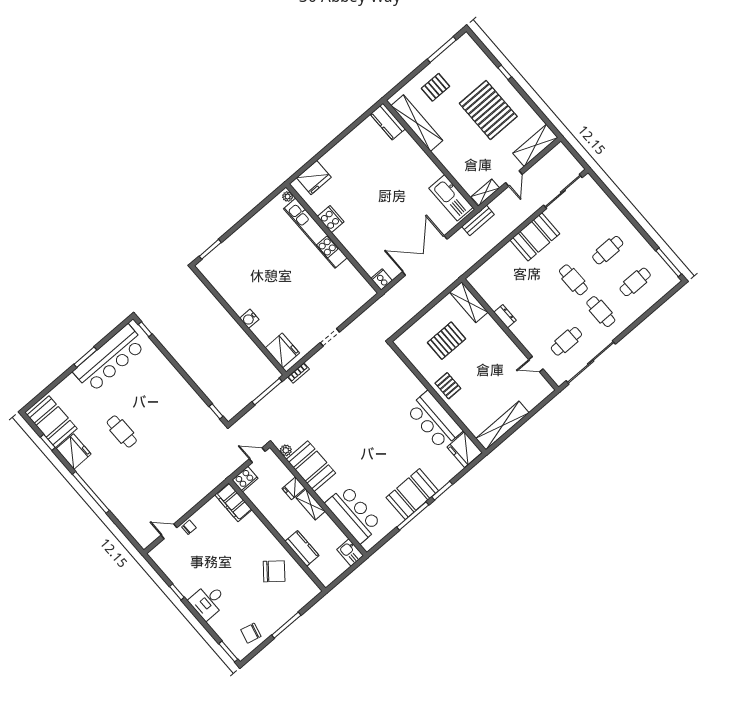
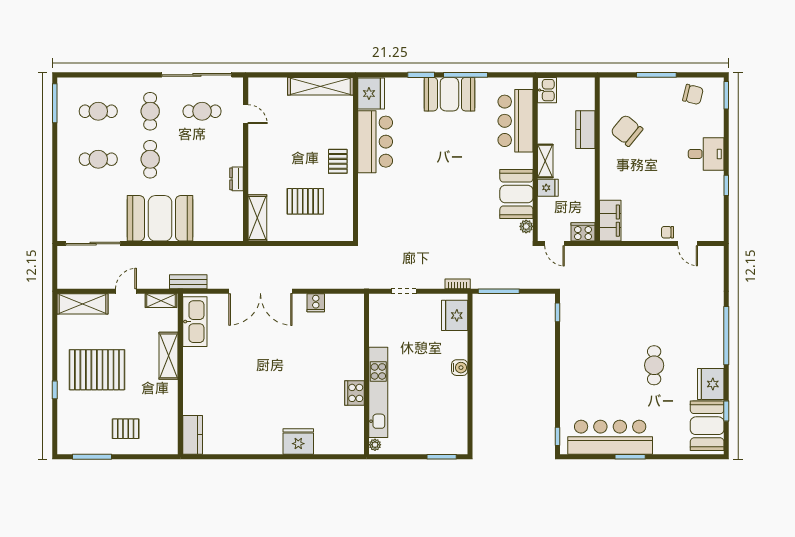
pallet: (488, 110) -> (97, 370), turned 90
shelving: (417, 123) -> (169, 356), moved, width x0.68
plant: (288, 196) -> (375, 445), moved
cooker: (331, 219) -> (355, 393), moved
kitchen unit: (315, 233) -> (378, 392), moved
booth: (535, 237) -> (160, 218), width x1.36, depth x1.42
wall: (334, 239) -> (367, 374), moved

